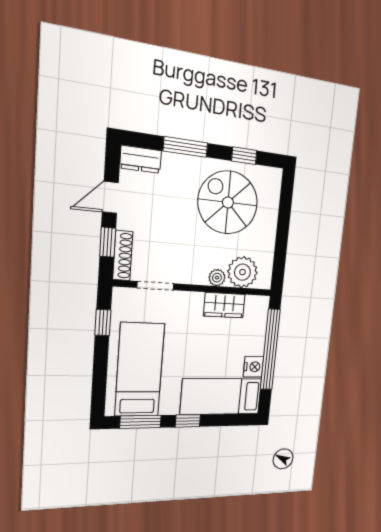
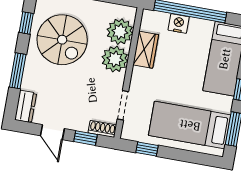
spiral stairs: (228, 202) -> (62, 40), turned -90
shoe rack: (123, 256) -> (102, 129), width x0.70
plant: (217, 278) -> (115, 59), width x1.88, depth x1.88
nightstand: (253, 367) -> (179, 23), moved

